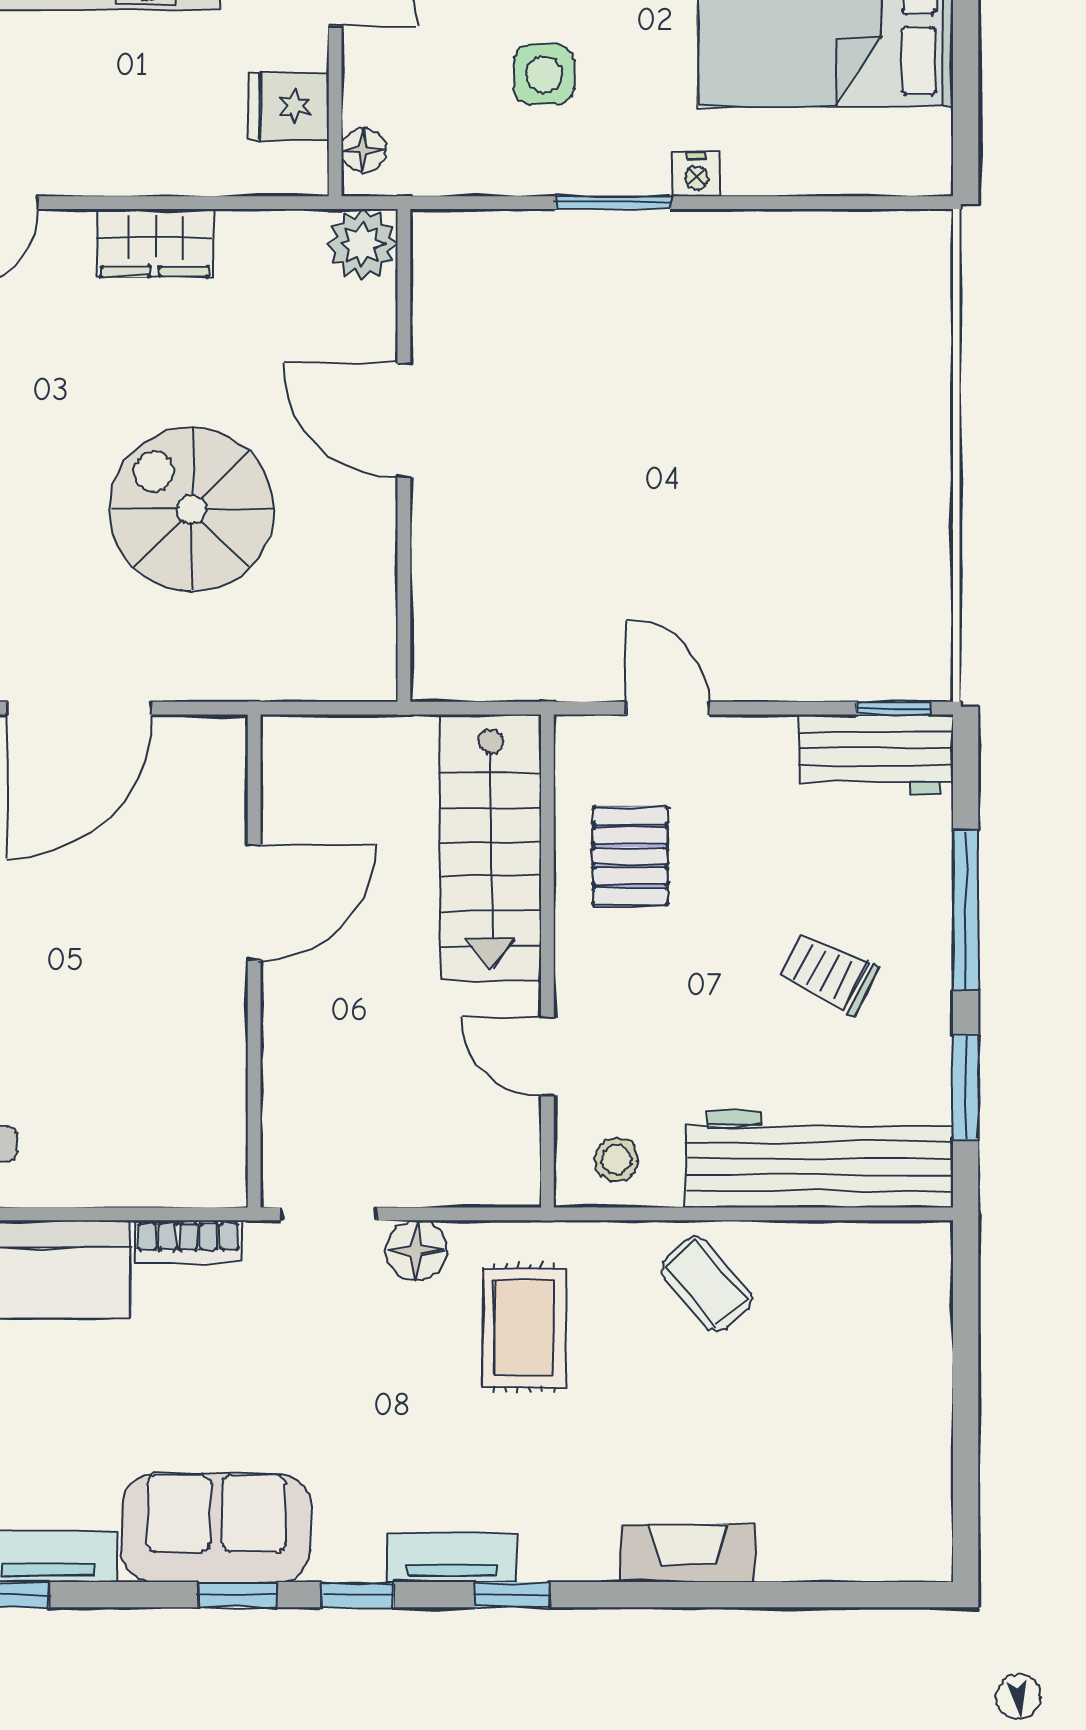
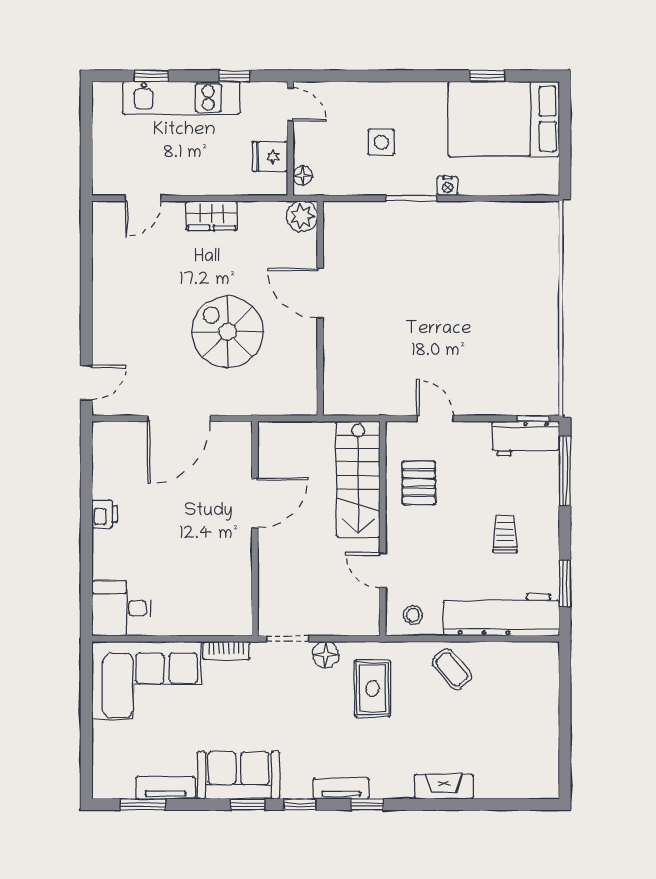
window: (966, 911) -> (565, 471), moved
trolley: (828, 973) -> (505, 534), turned 64

